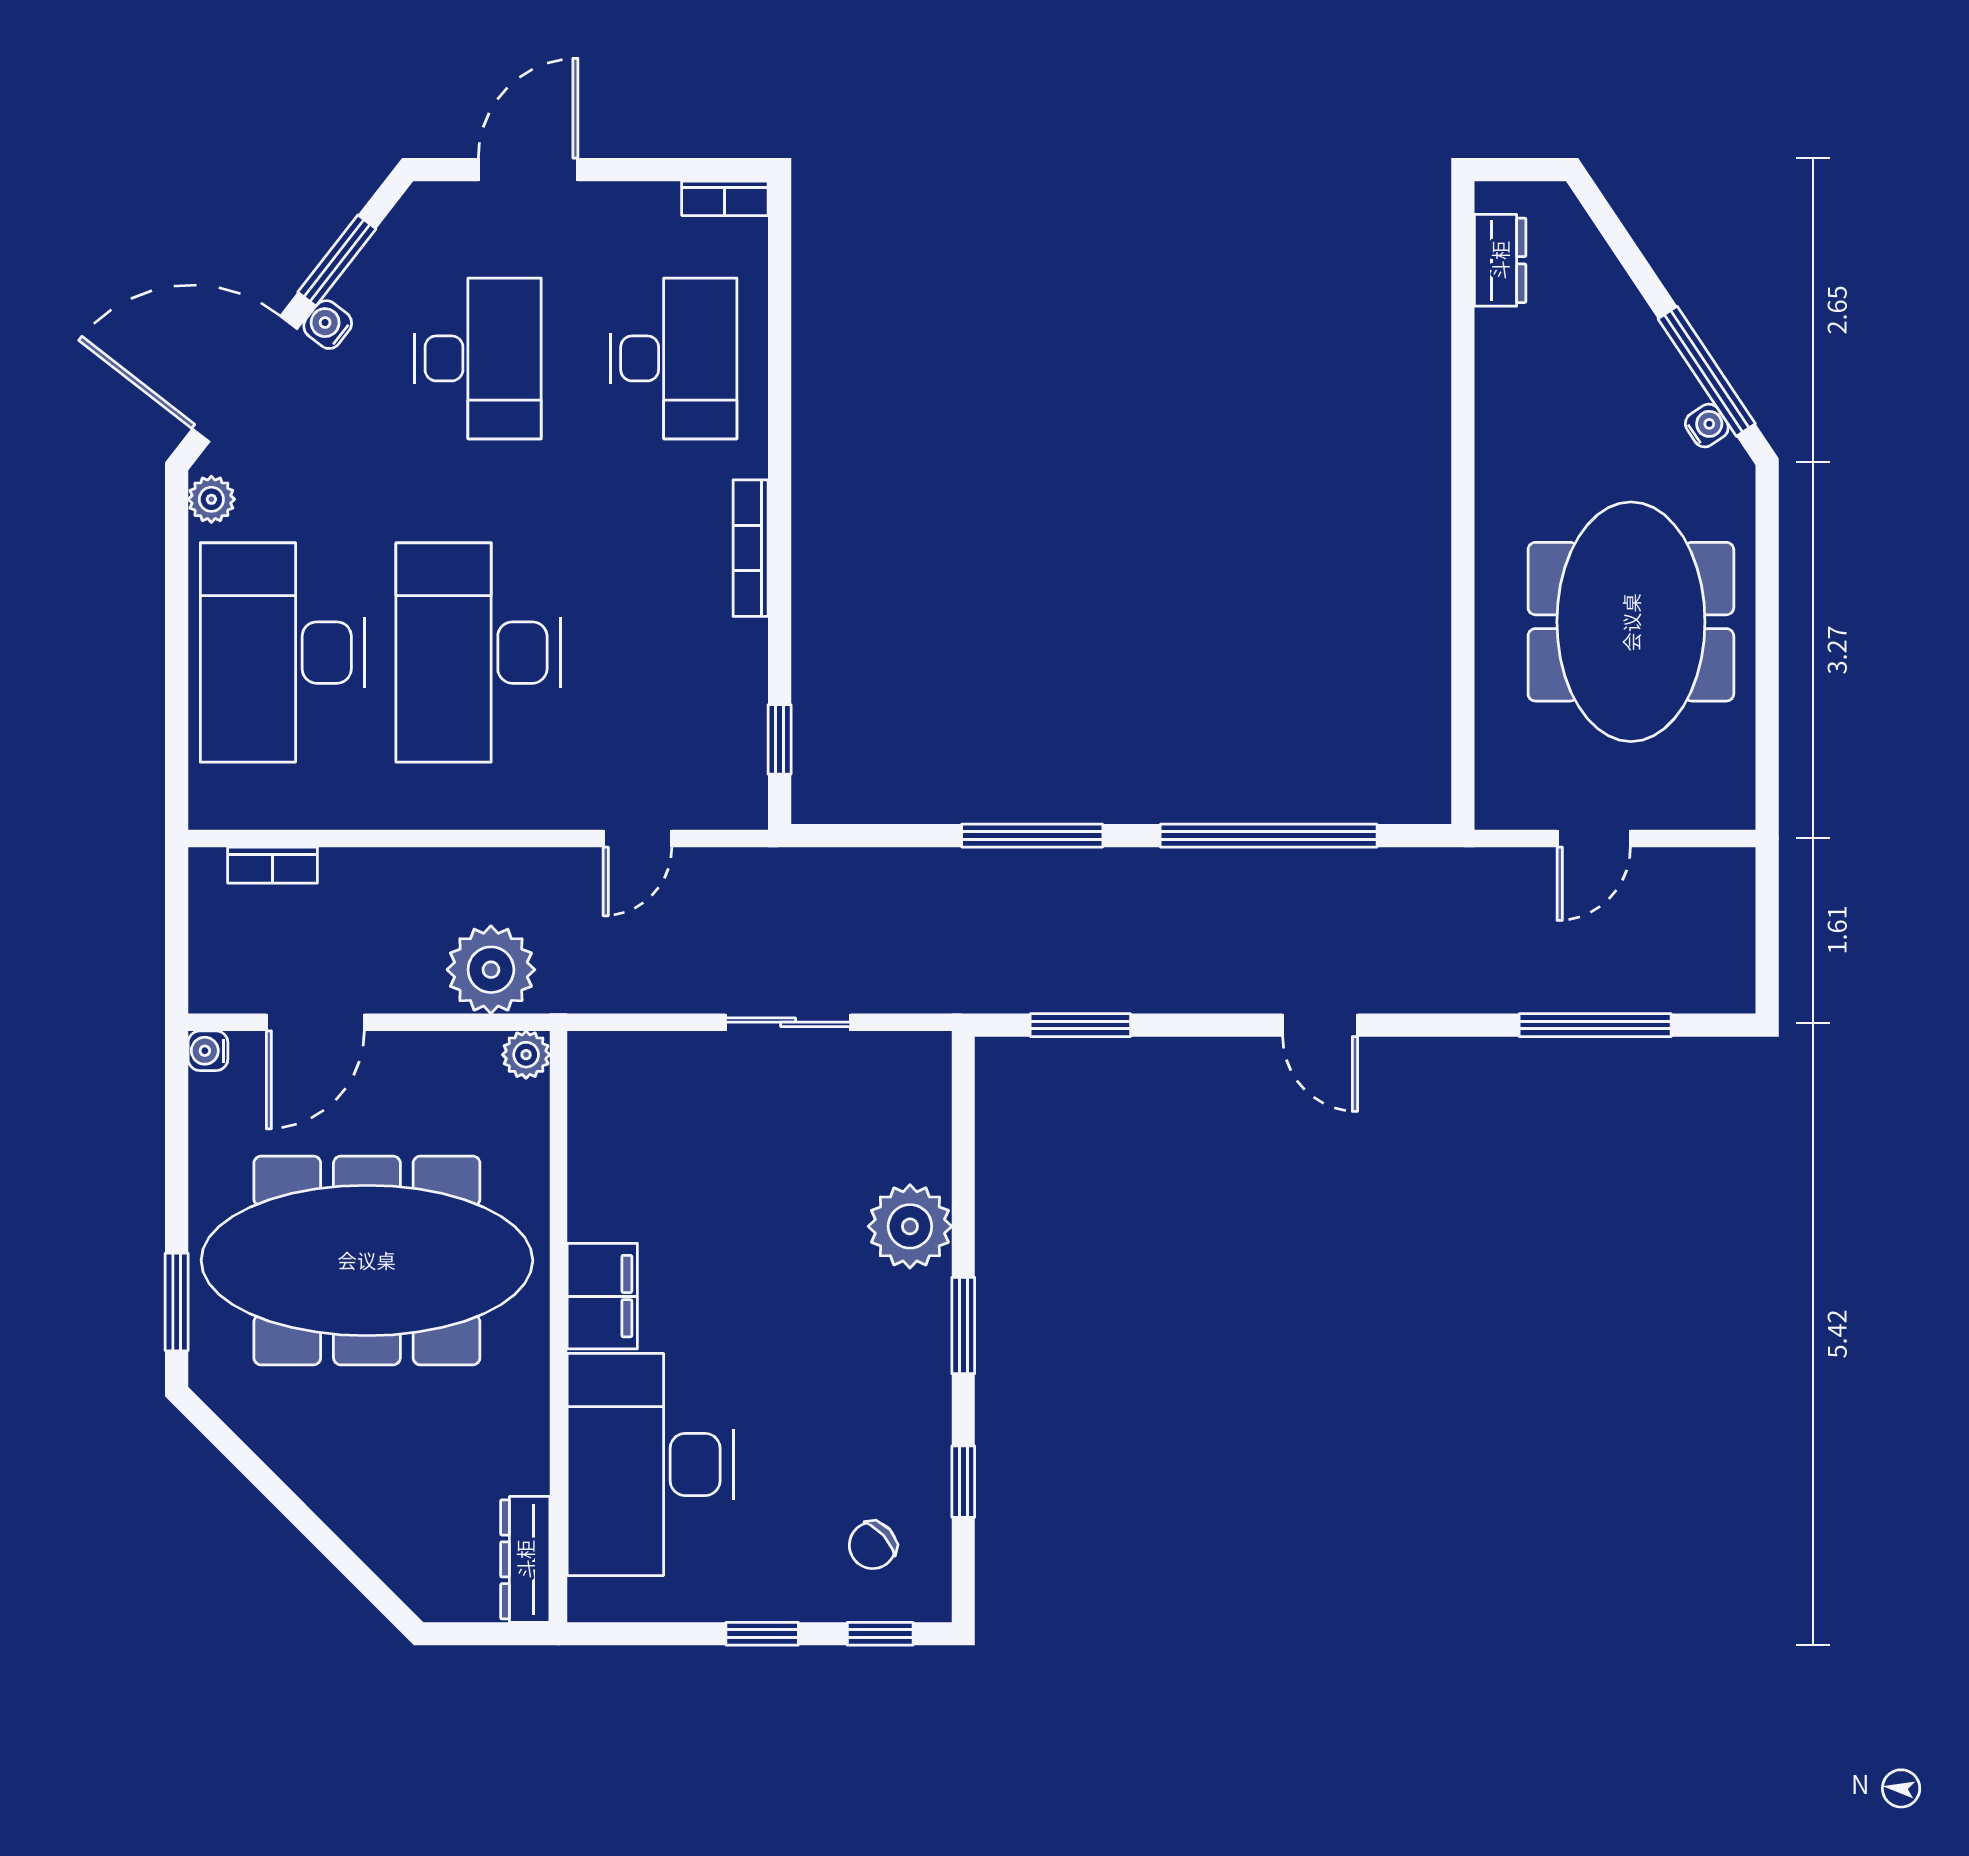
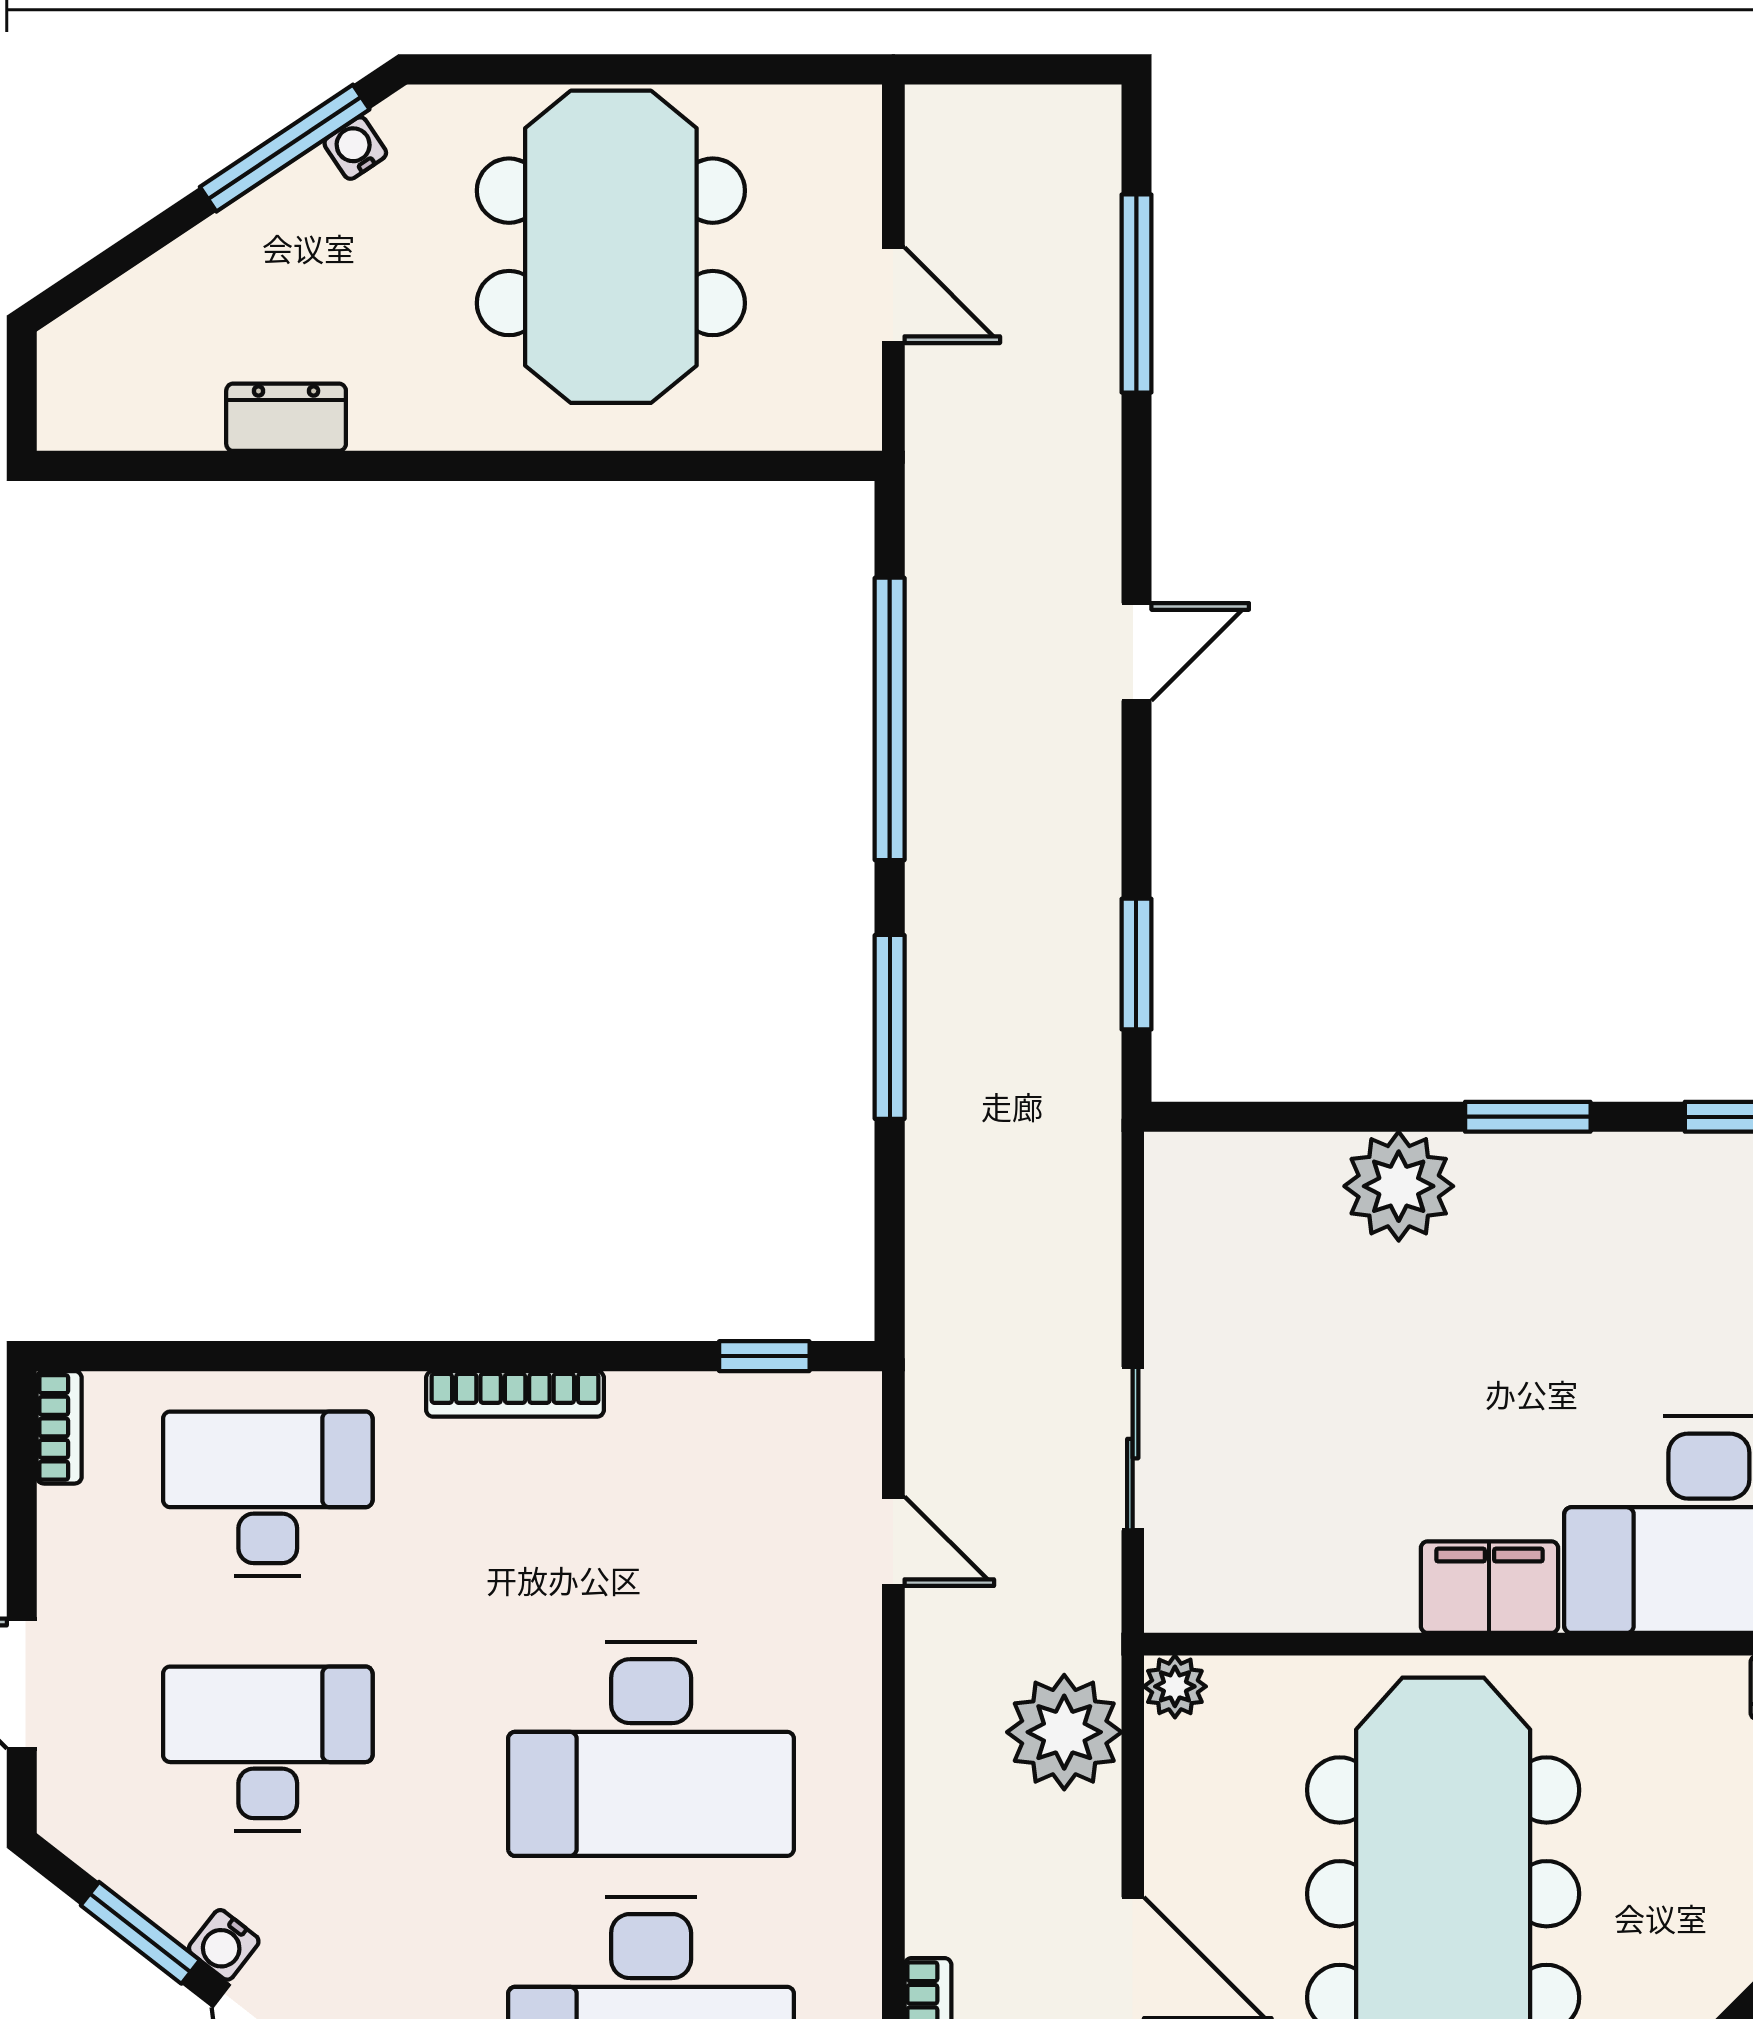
dresser: (1500, 260) -> (286, 417), moved
meeting table: (1631, 622) -> (611, 247), turned 90
sliding door: (788, 1022) -> (1133, 1449), moved

